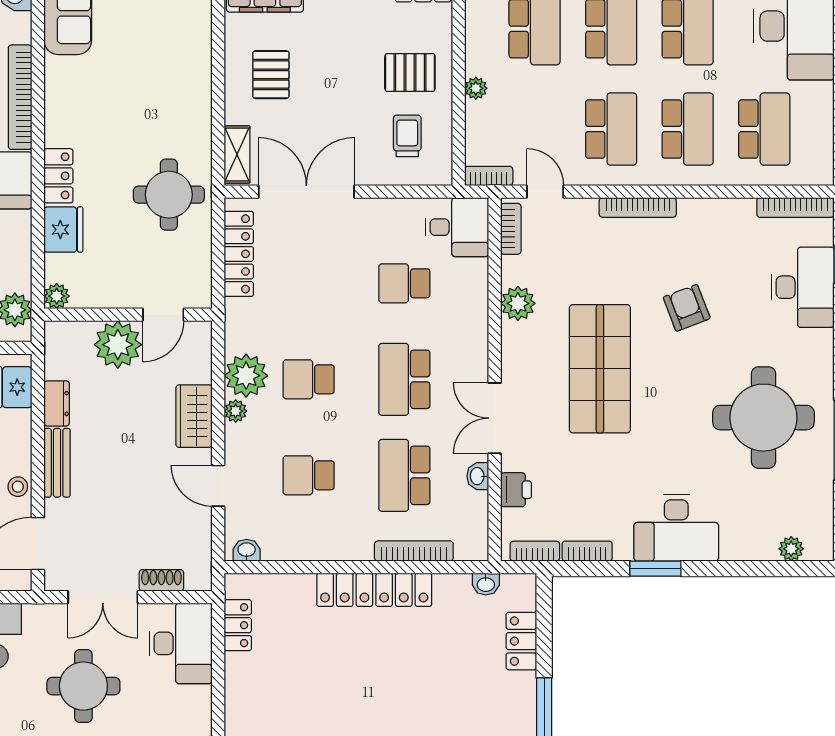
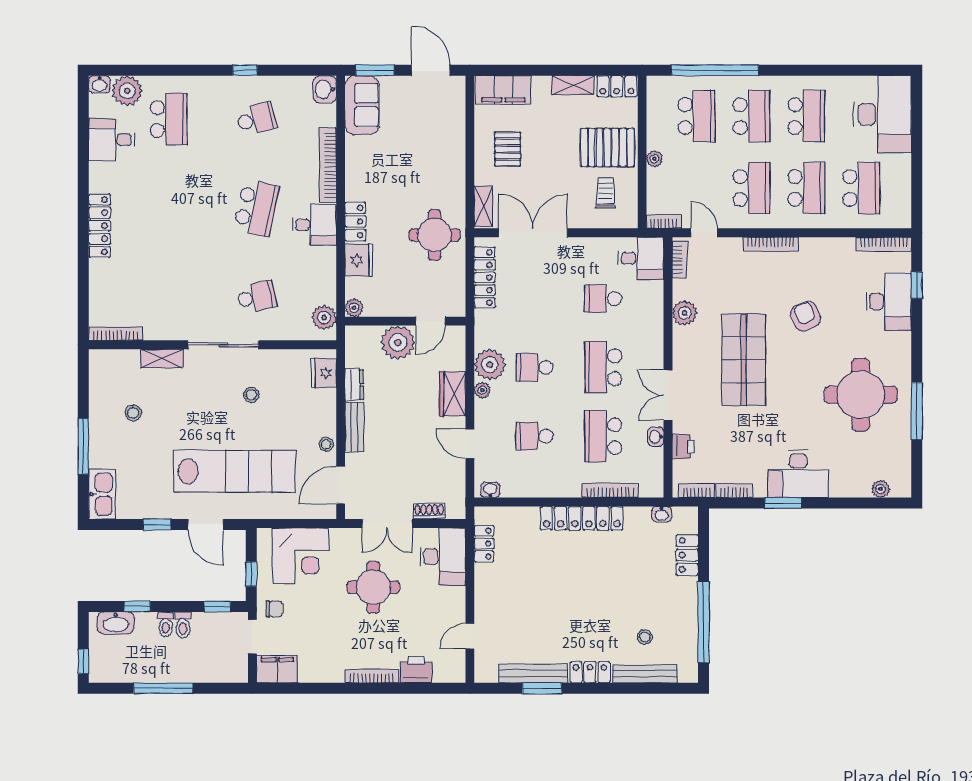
pallet: (410, 73) -> (607, 147), width x1.50, depth x1.42

